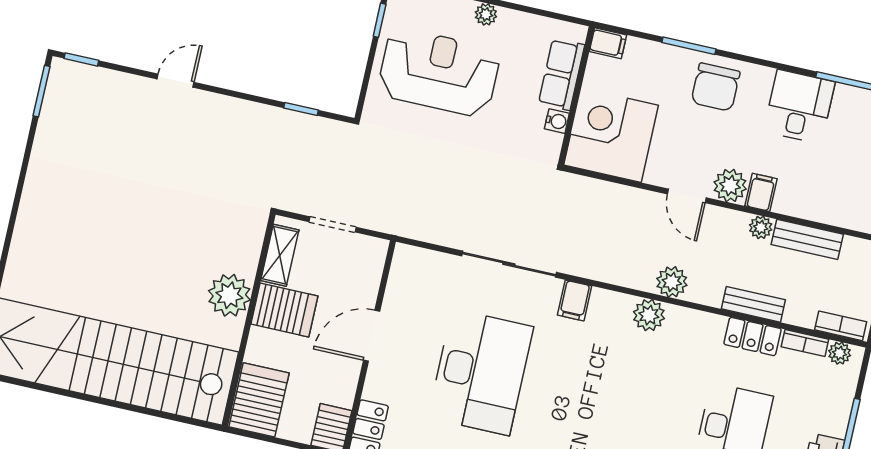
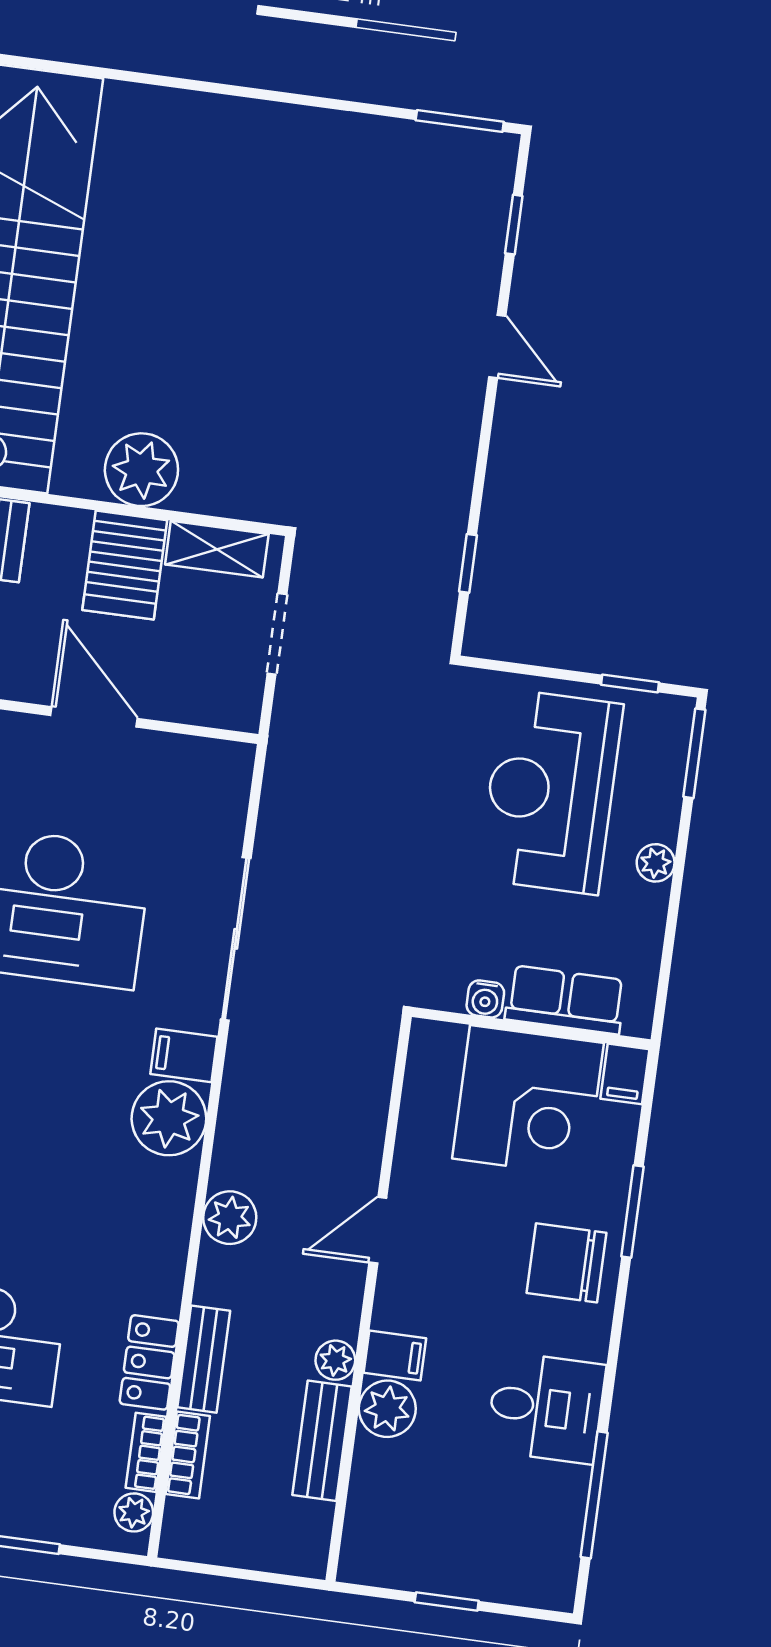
window: (81, 59) -> (514, 225), moved
reception desk: (439, 72) -> (551, 792), turned 180
corner desk: (611, 135) -> (528, 1101), moved, turned 90
plant: (730, 186) -> (387, 1409), moved
plant: (649, 315) -> (169, 1118), moved, width x1.36, depth x1.36
bookcase: (841, 326) -> (188, 1455), moved

